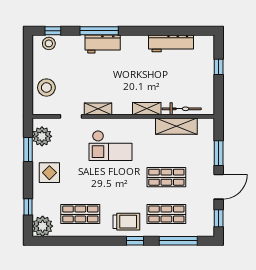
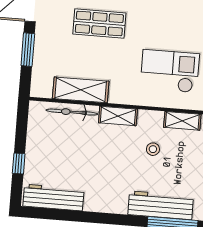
workbench: (171, 43) -> (54, 197), moved
workbench: (103, 44) -> (161, 205), width x1.38
stool: (118, 86) -> (153, 149), added

